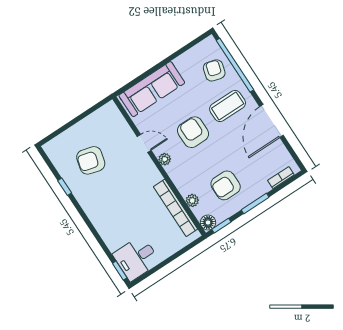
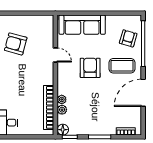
plant: (165, 159) -> (62, 99), moved
armchair: (226, 185) -> (89, 114), removed

